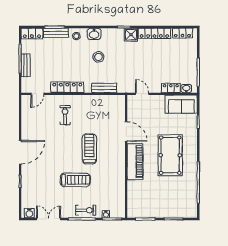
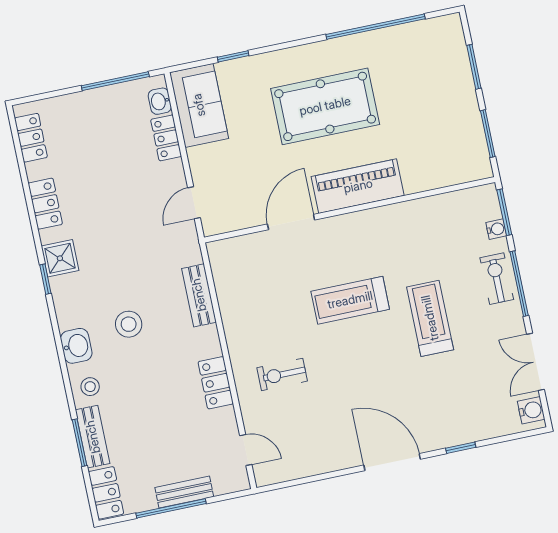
locker: (154, 33) -> (45, 204), width x0.66
locker: (67, 87) -> (216, 383), width x0.66

